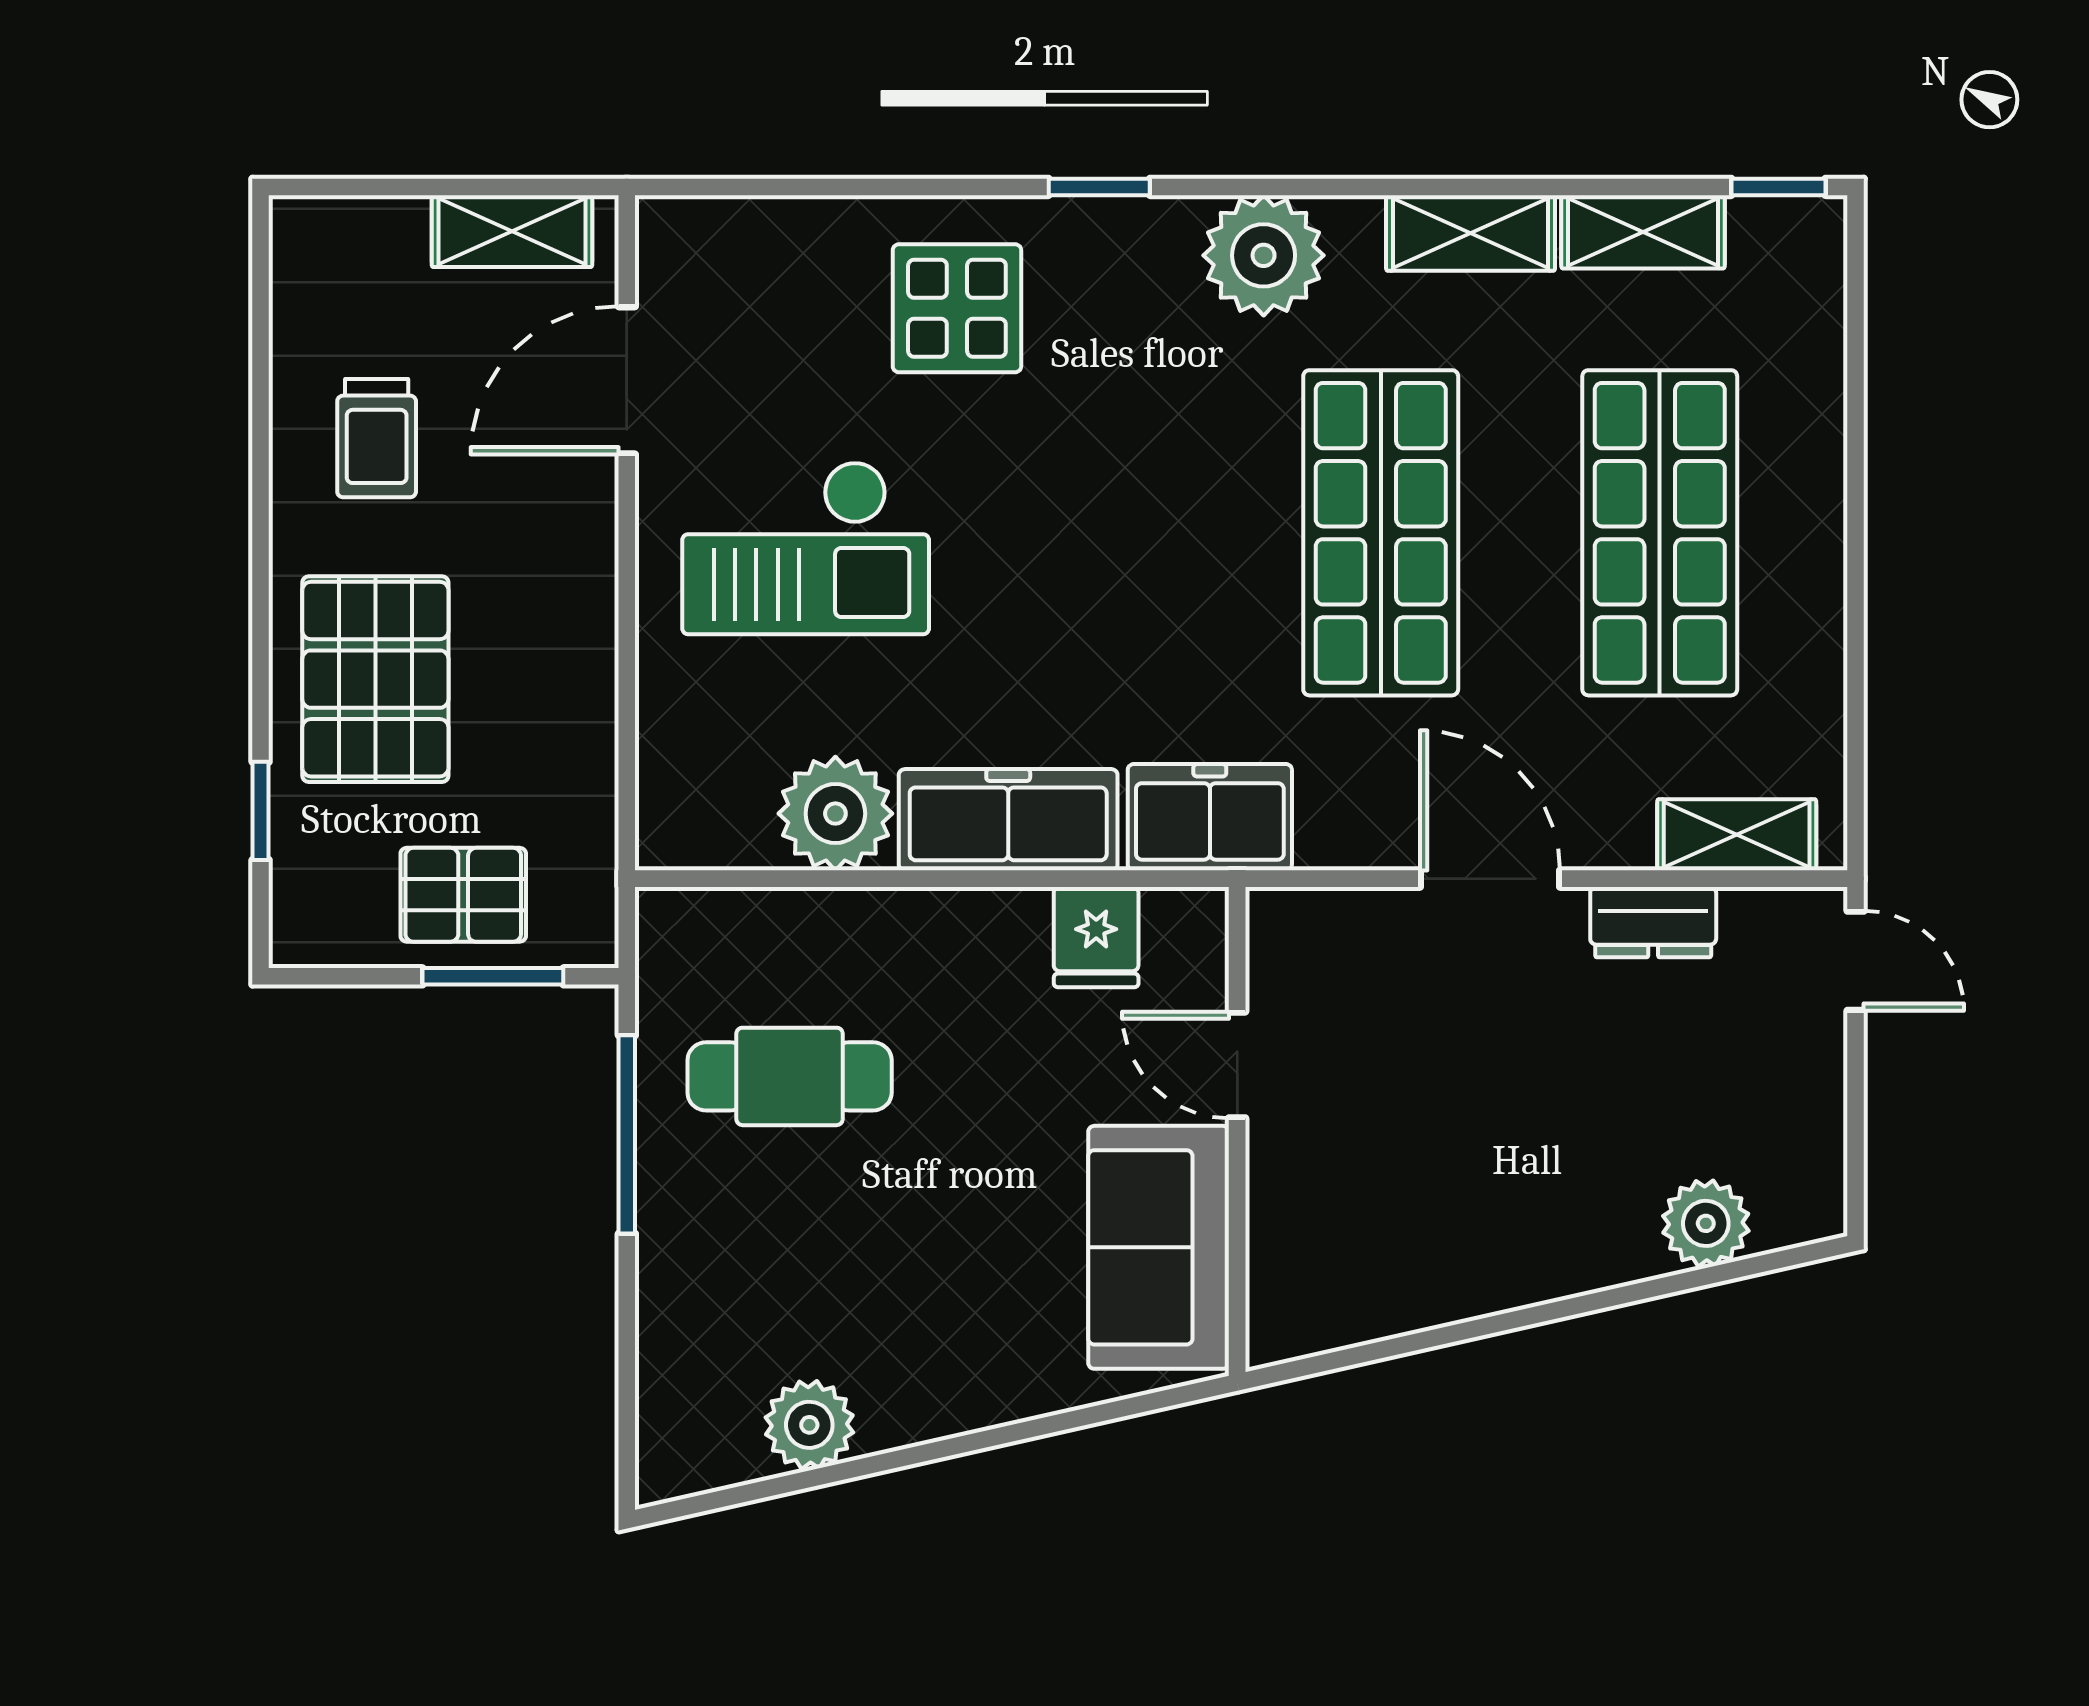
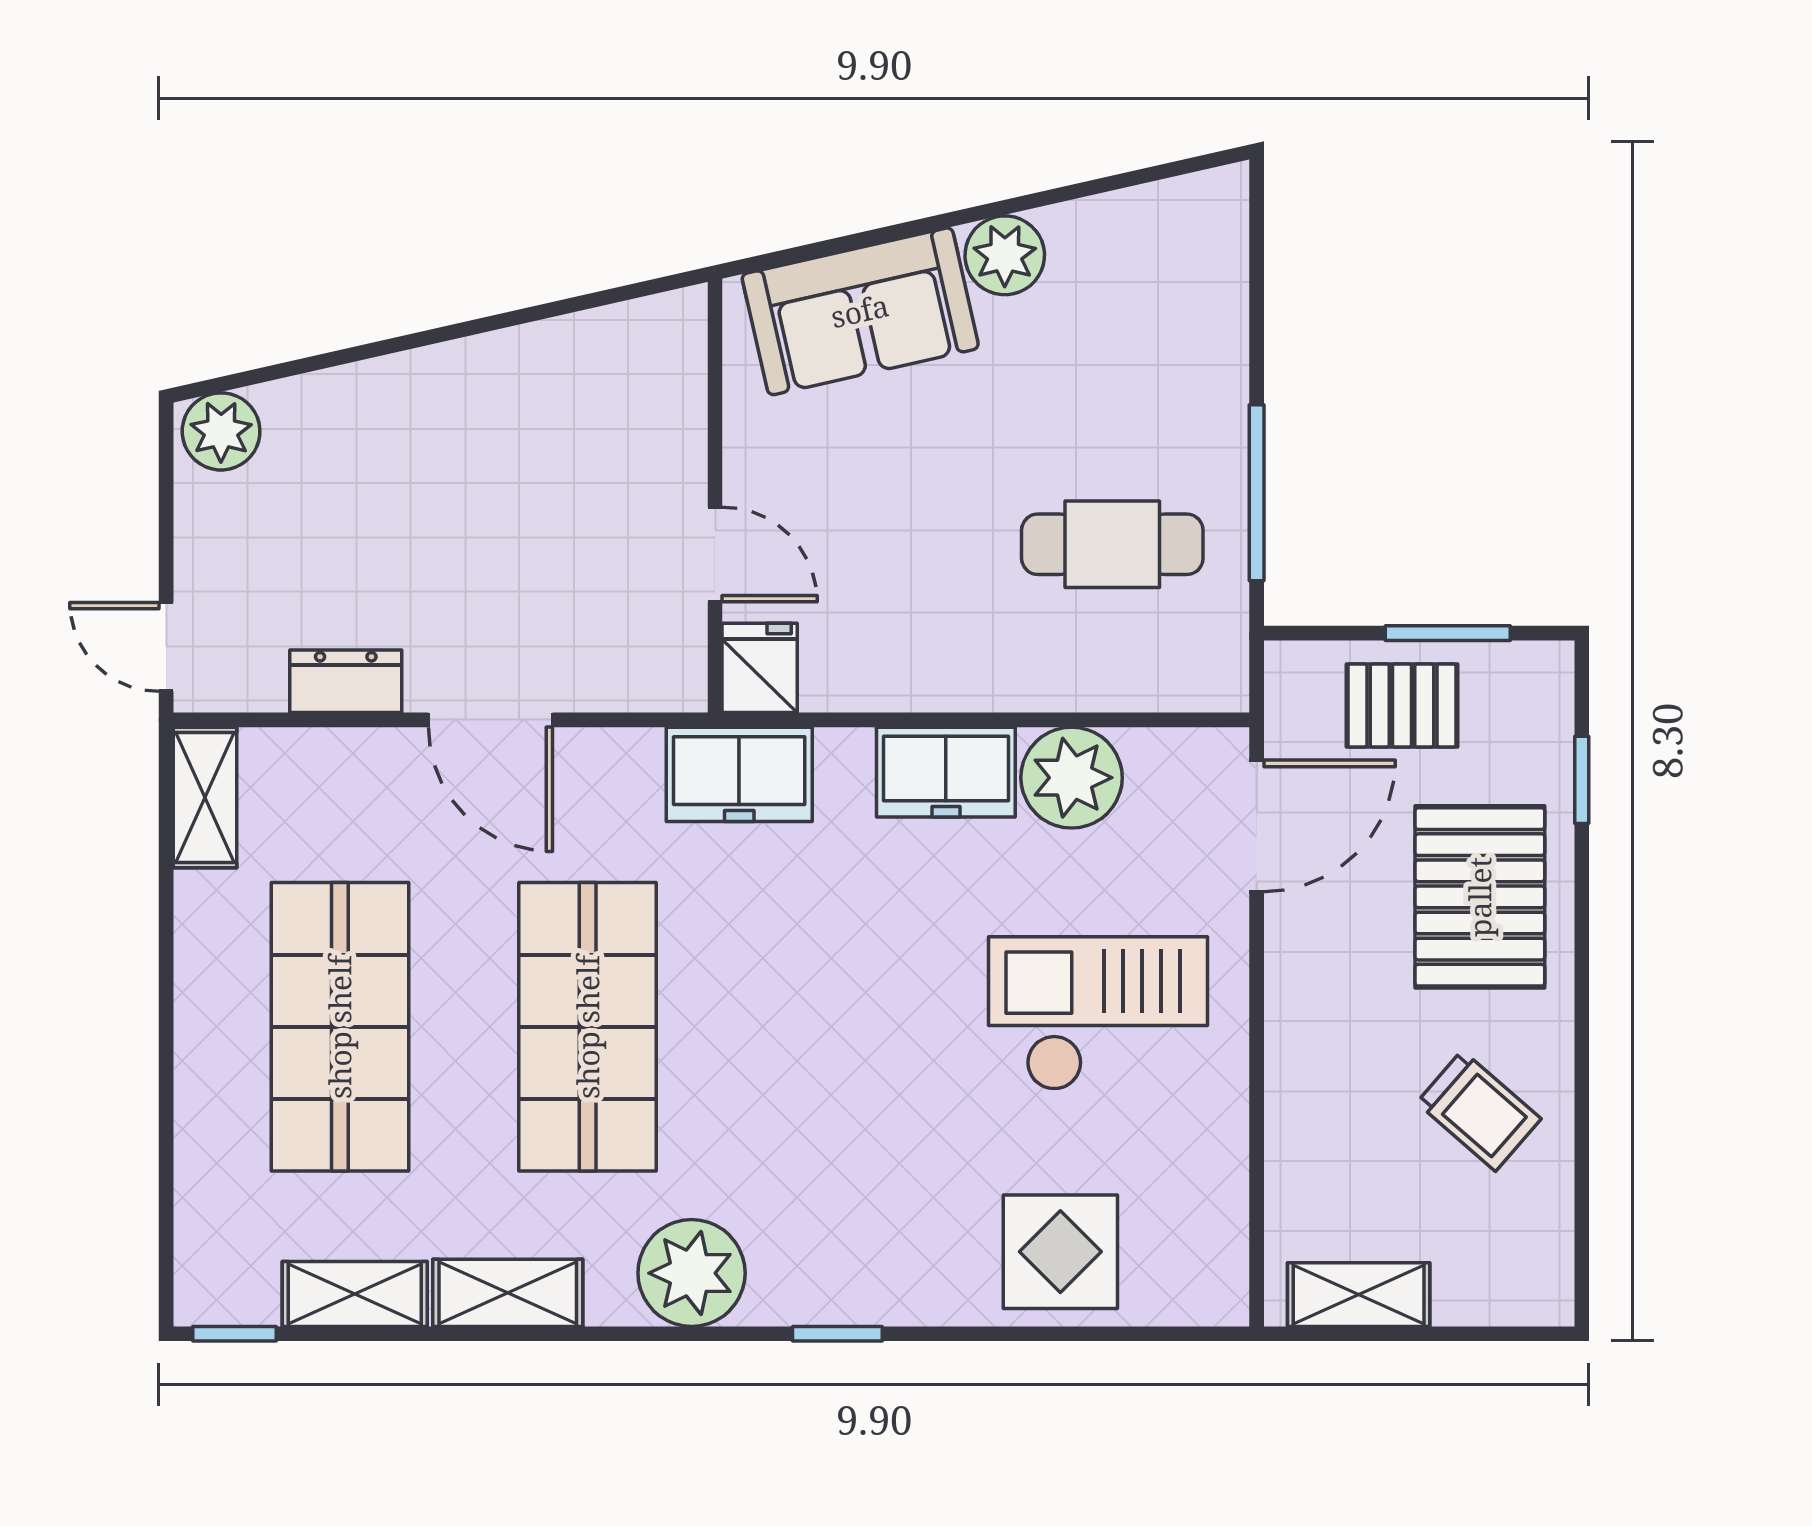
display table: (957, 308) -> (1060, 1252), moved
door: (627, 380) -> (1257, 826), moved
trolley: (377, 438) -> (1479, 1111), turned 131
freezer: (1008, 820) -> (946, 772), width x0.71
shelving: (1737, 835) -> (205, 797), moved, turned 90
fridge: (1096, 937) -> (760, 668), moved
window: (493, 976) -> (1448, 633), moved
plant: (1706, 1223) -> (221, 431), moved
sofa: (1159, 1247) -> (860, 311), moved, turned 77
plant: (809, 1425) -> (1005, 255), moved

